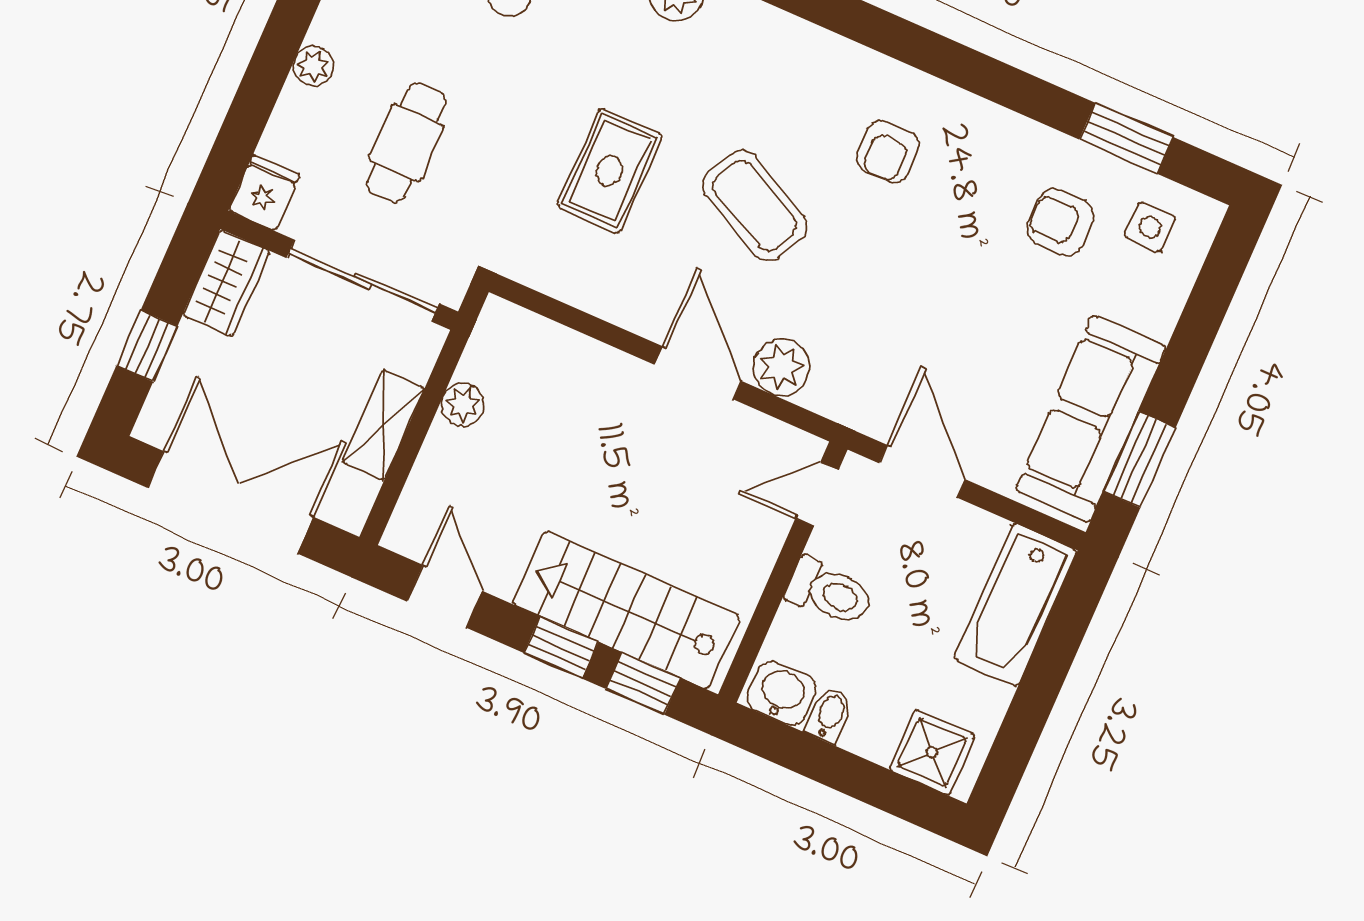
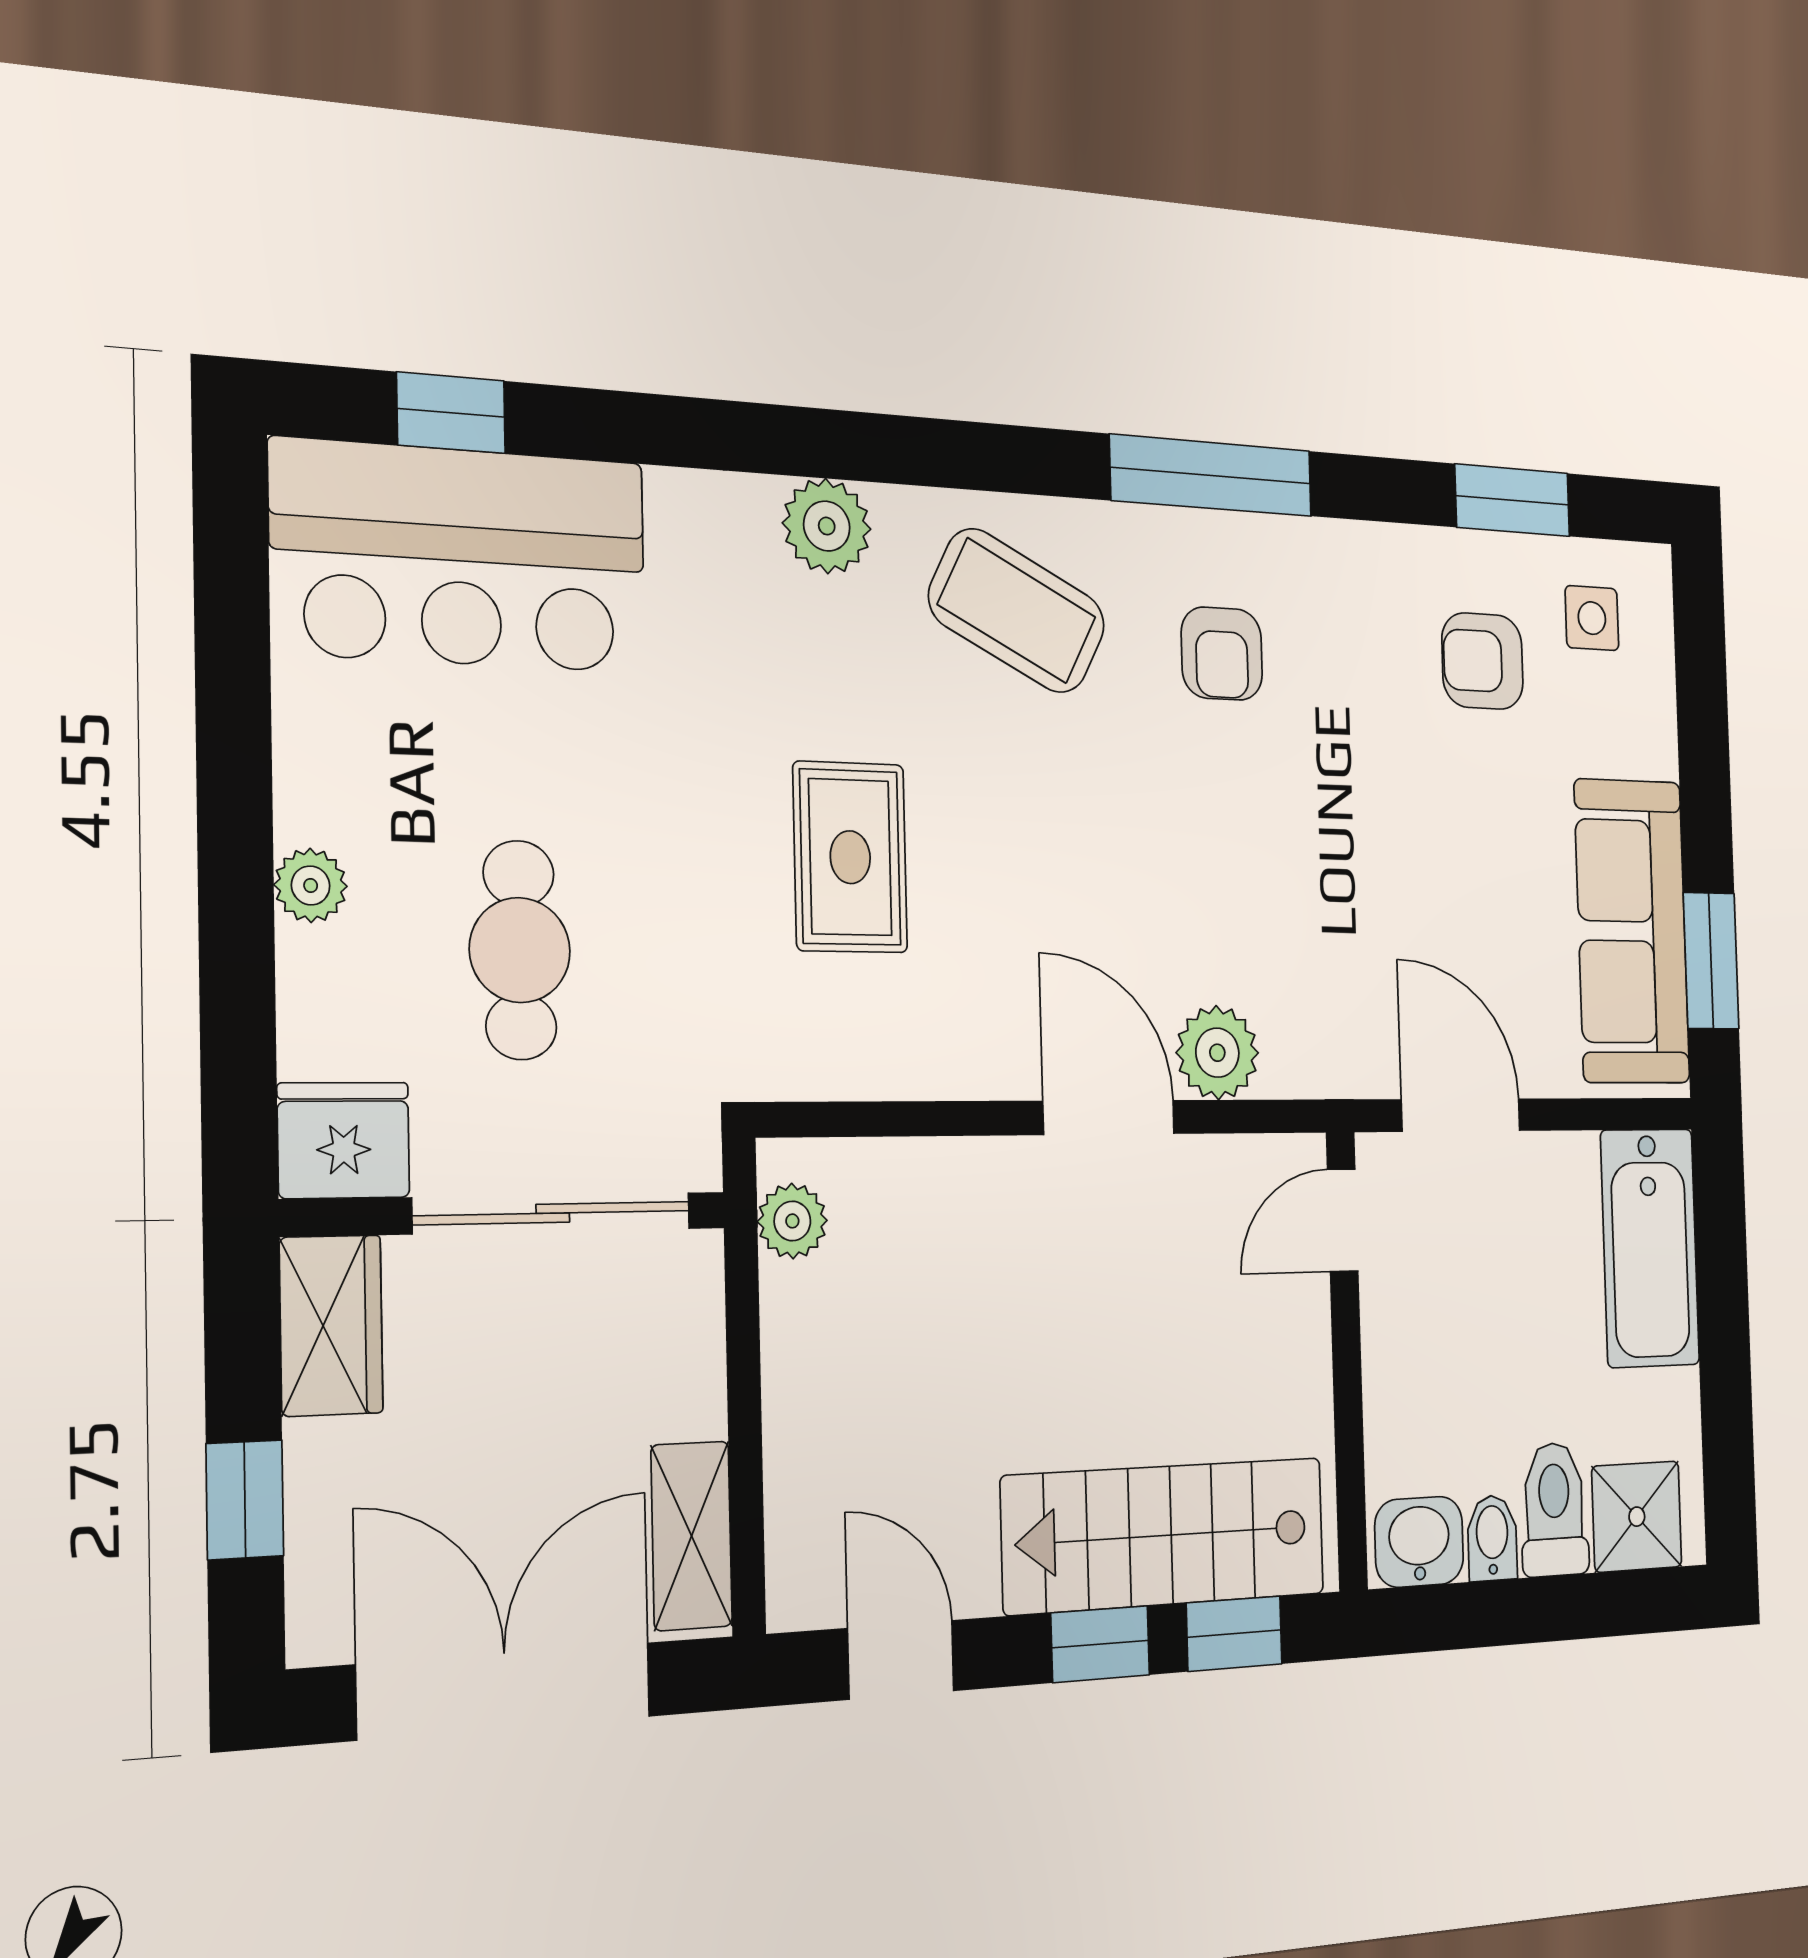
window: (928, 51) -> (1211, 475), added
fridge: (264, 193) -> (344, 1140), width x1.38
coffee table: (755, 206) -> (1017, 611), moved
plant: (463, 404) -> (792, 1221), moved
shelving: (383, 425) -> (692, 1536), moved
toilet: (830, 592) -> (1554, 1509), moved, turned -90

